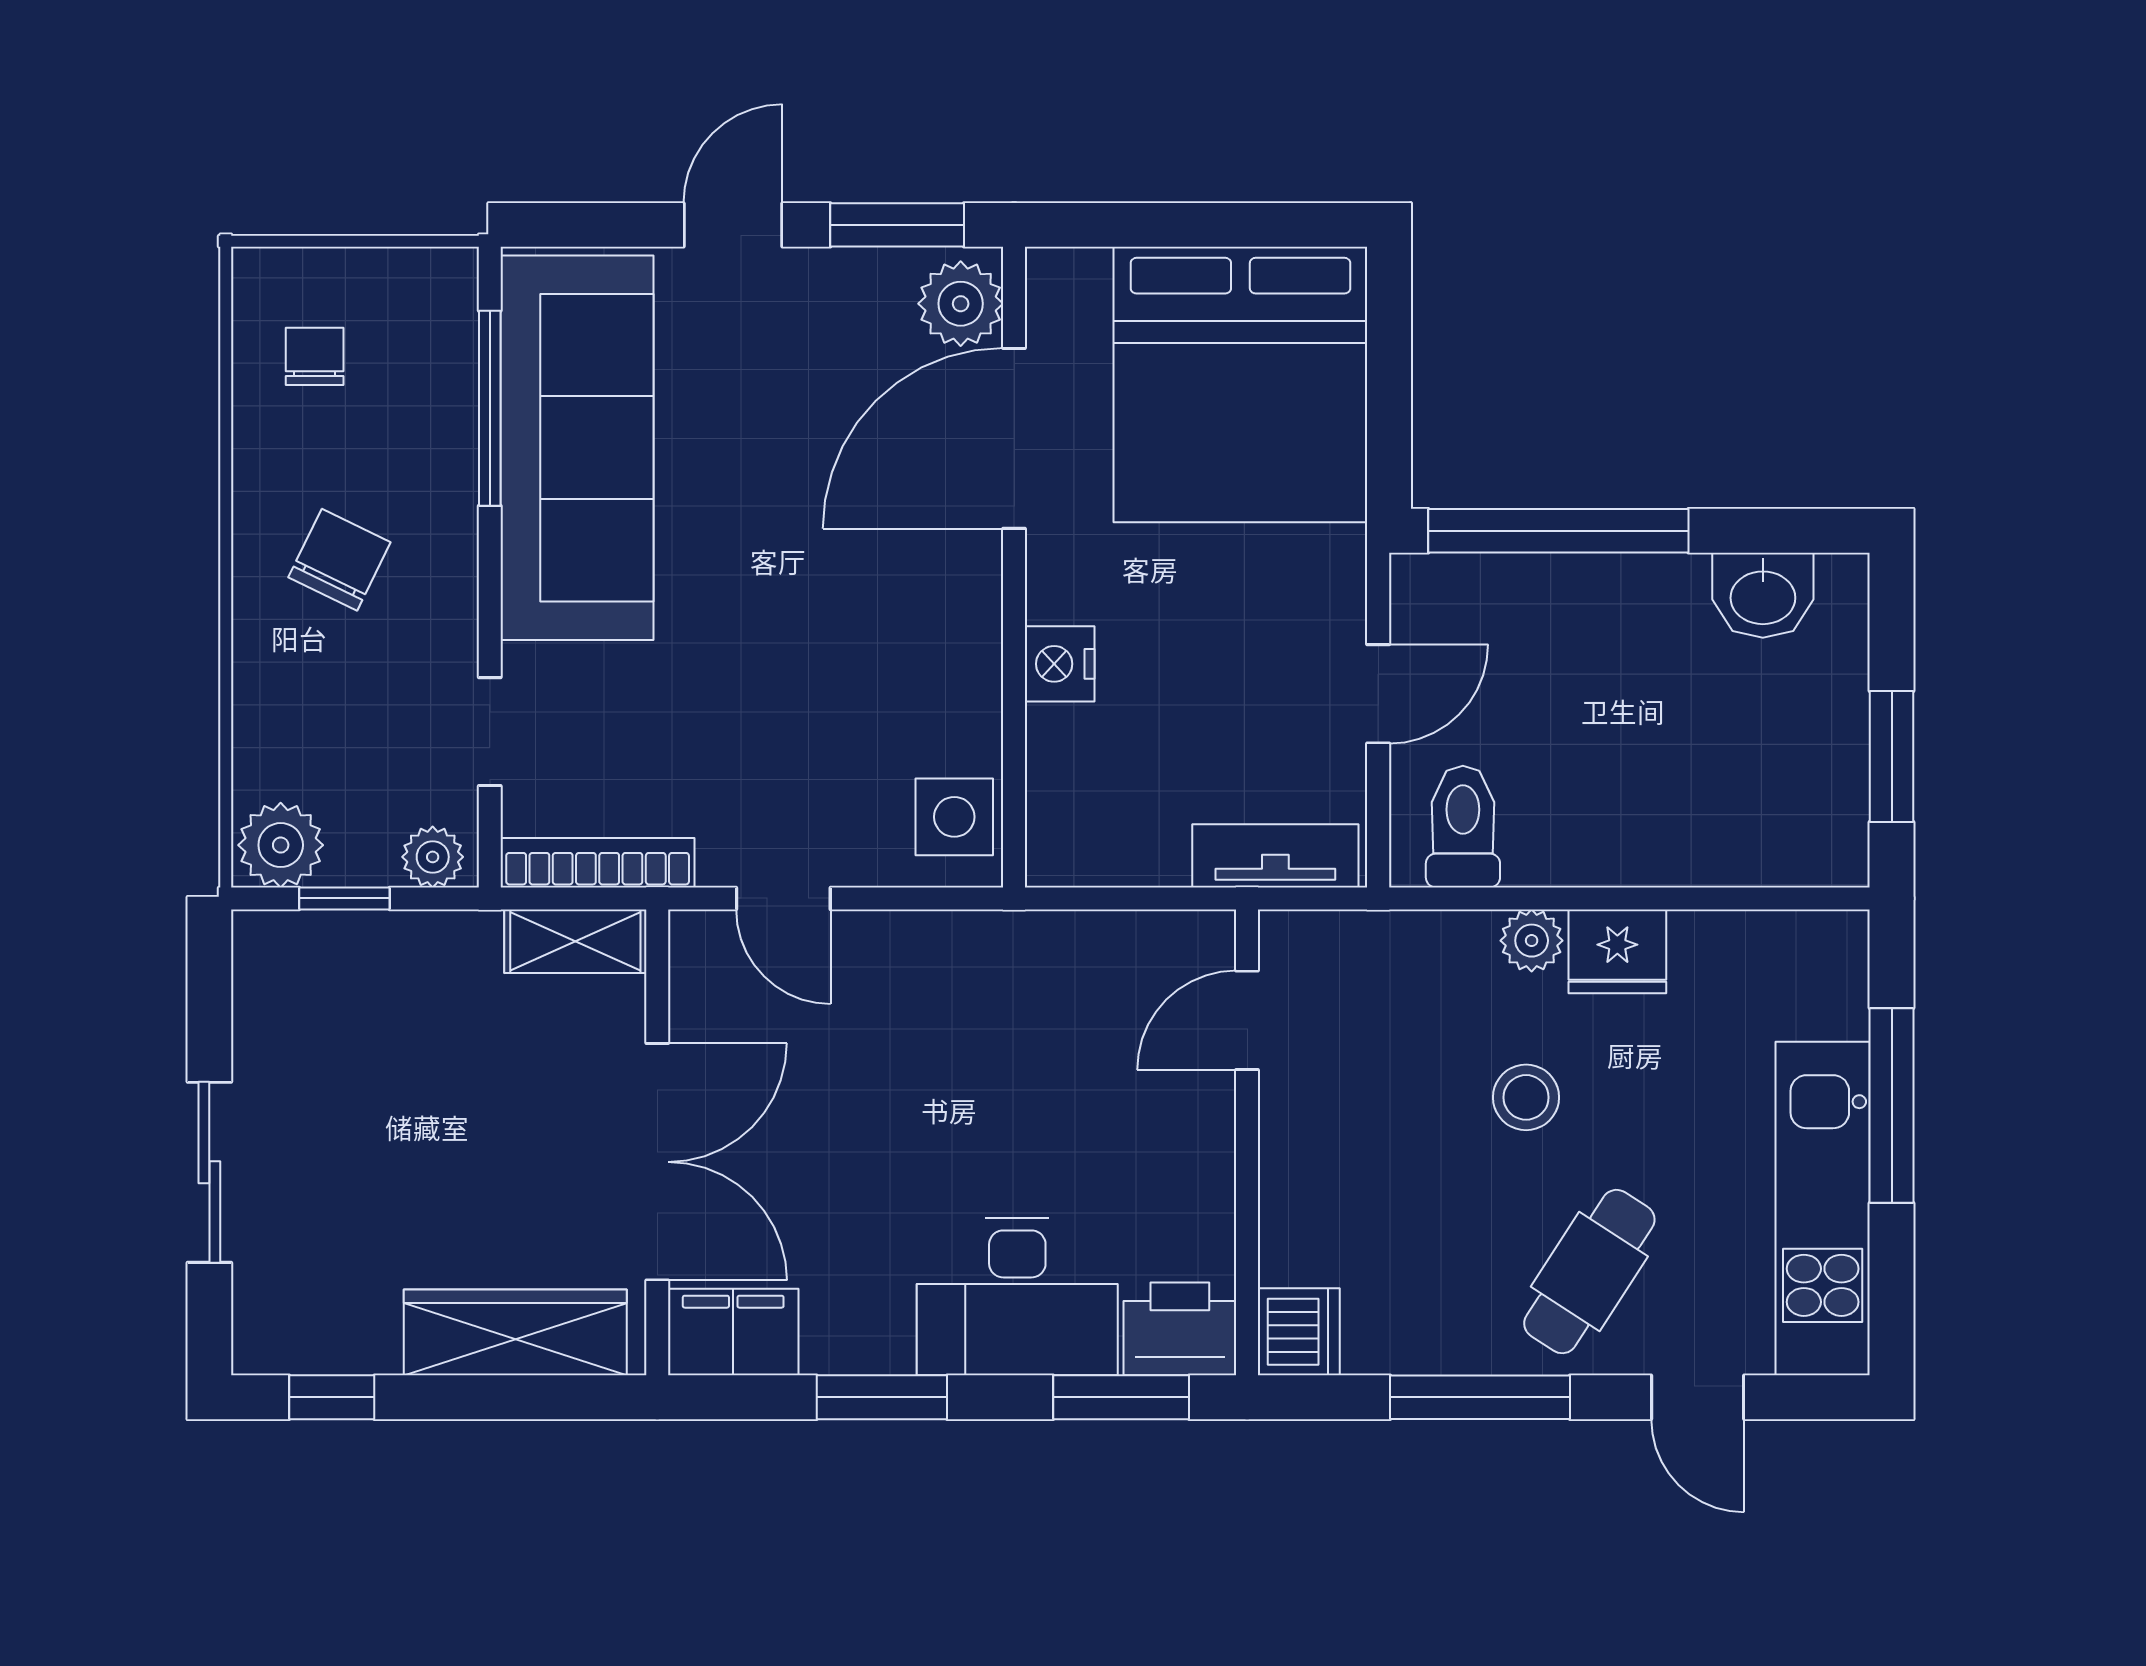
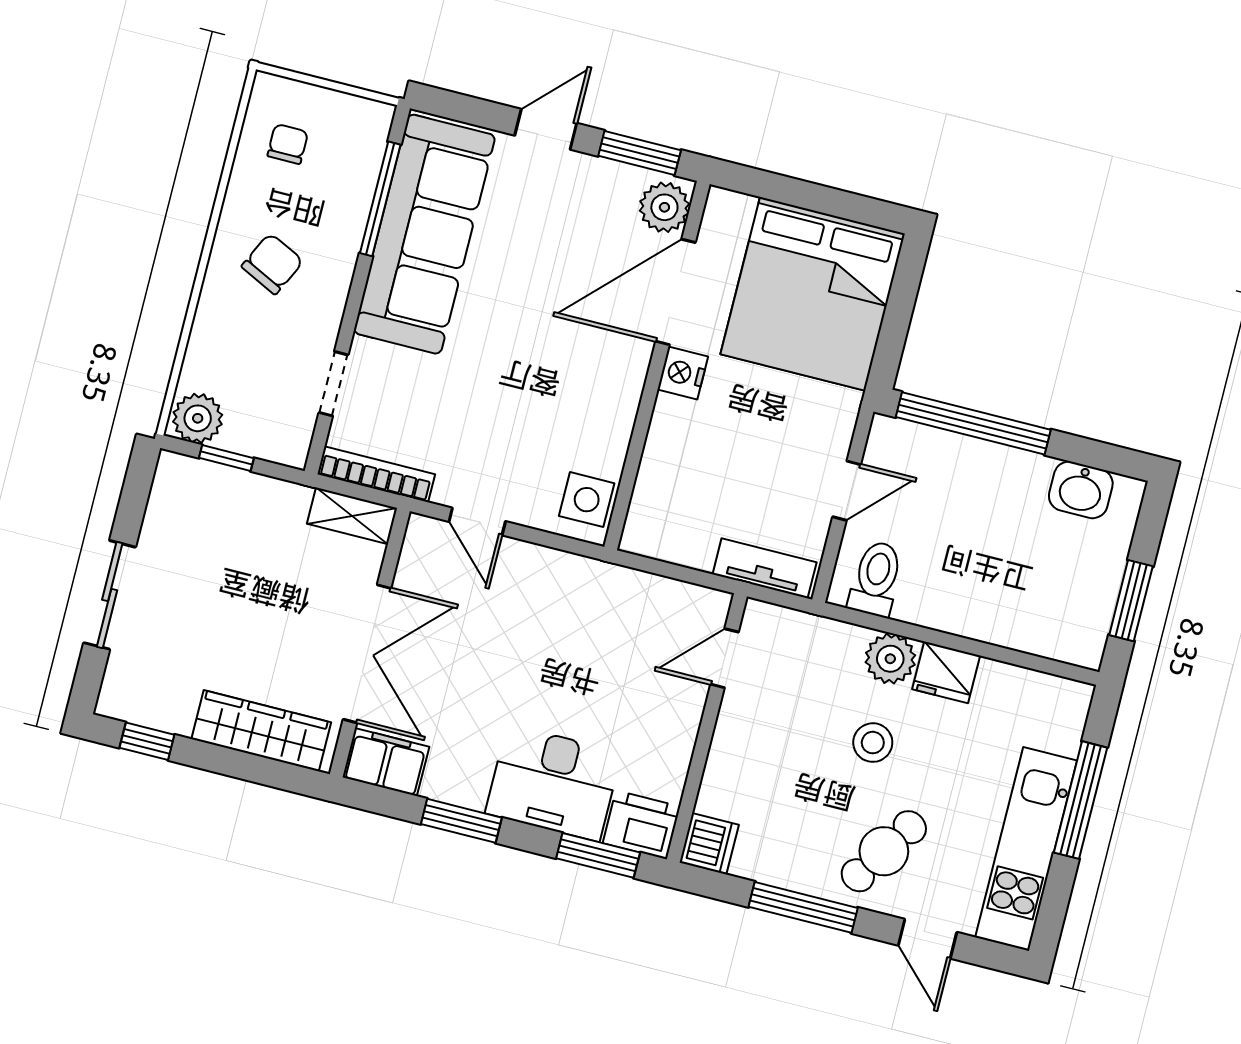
nightstand: (1060, 664) -> (683, 373), moved
plant: (433, 857) -> (283, 447), removed
plant: (1532, 941) -> (890, 659), width x1.38, depth x1.38

